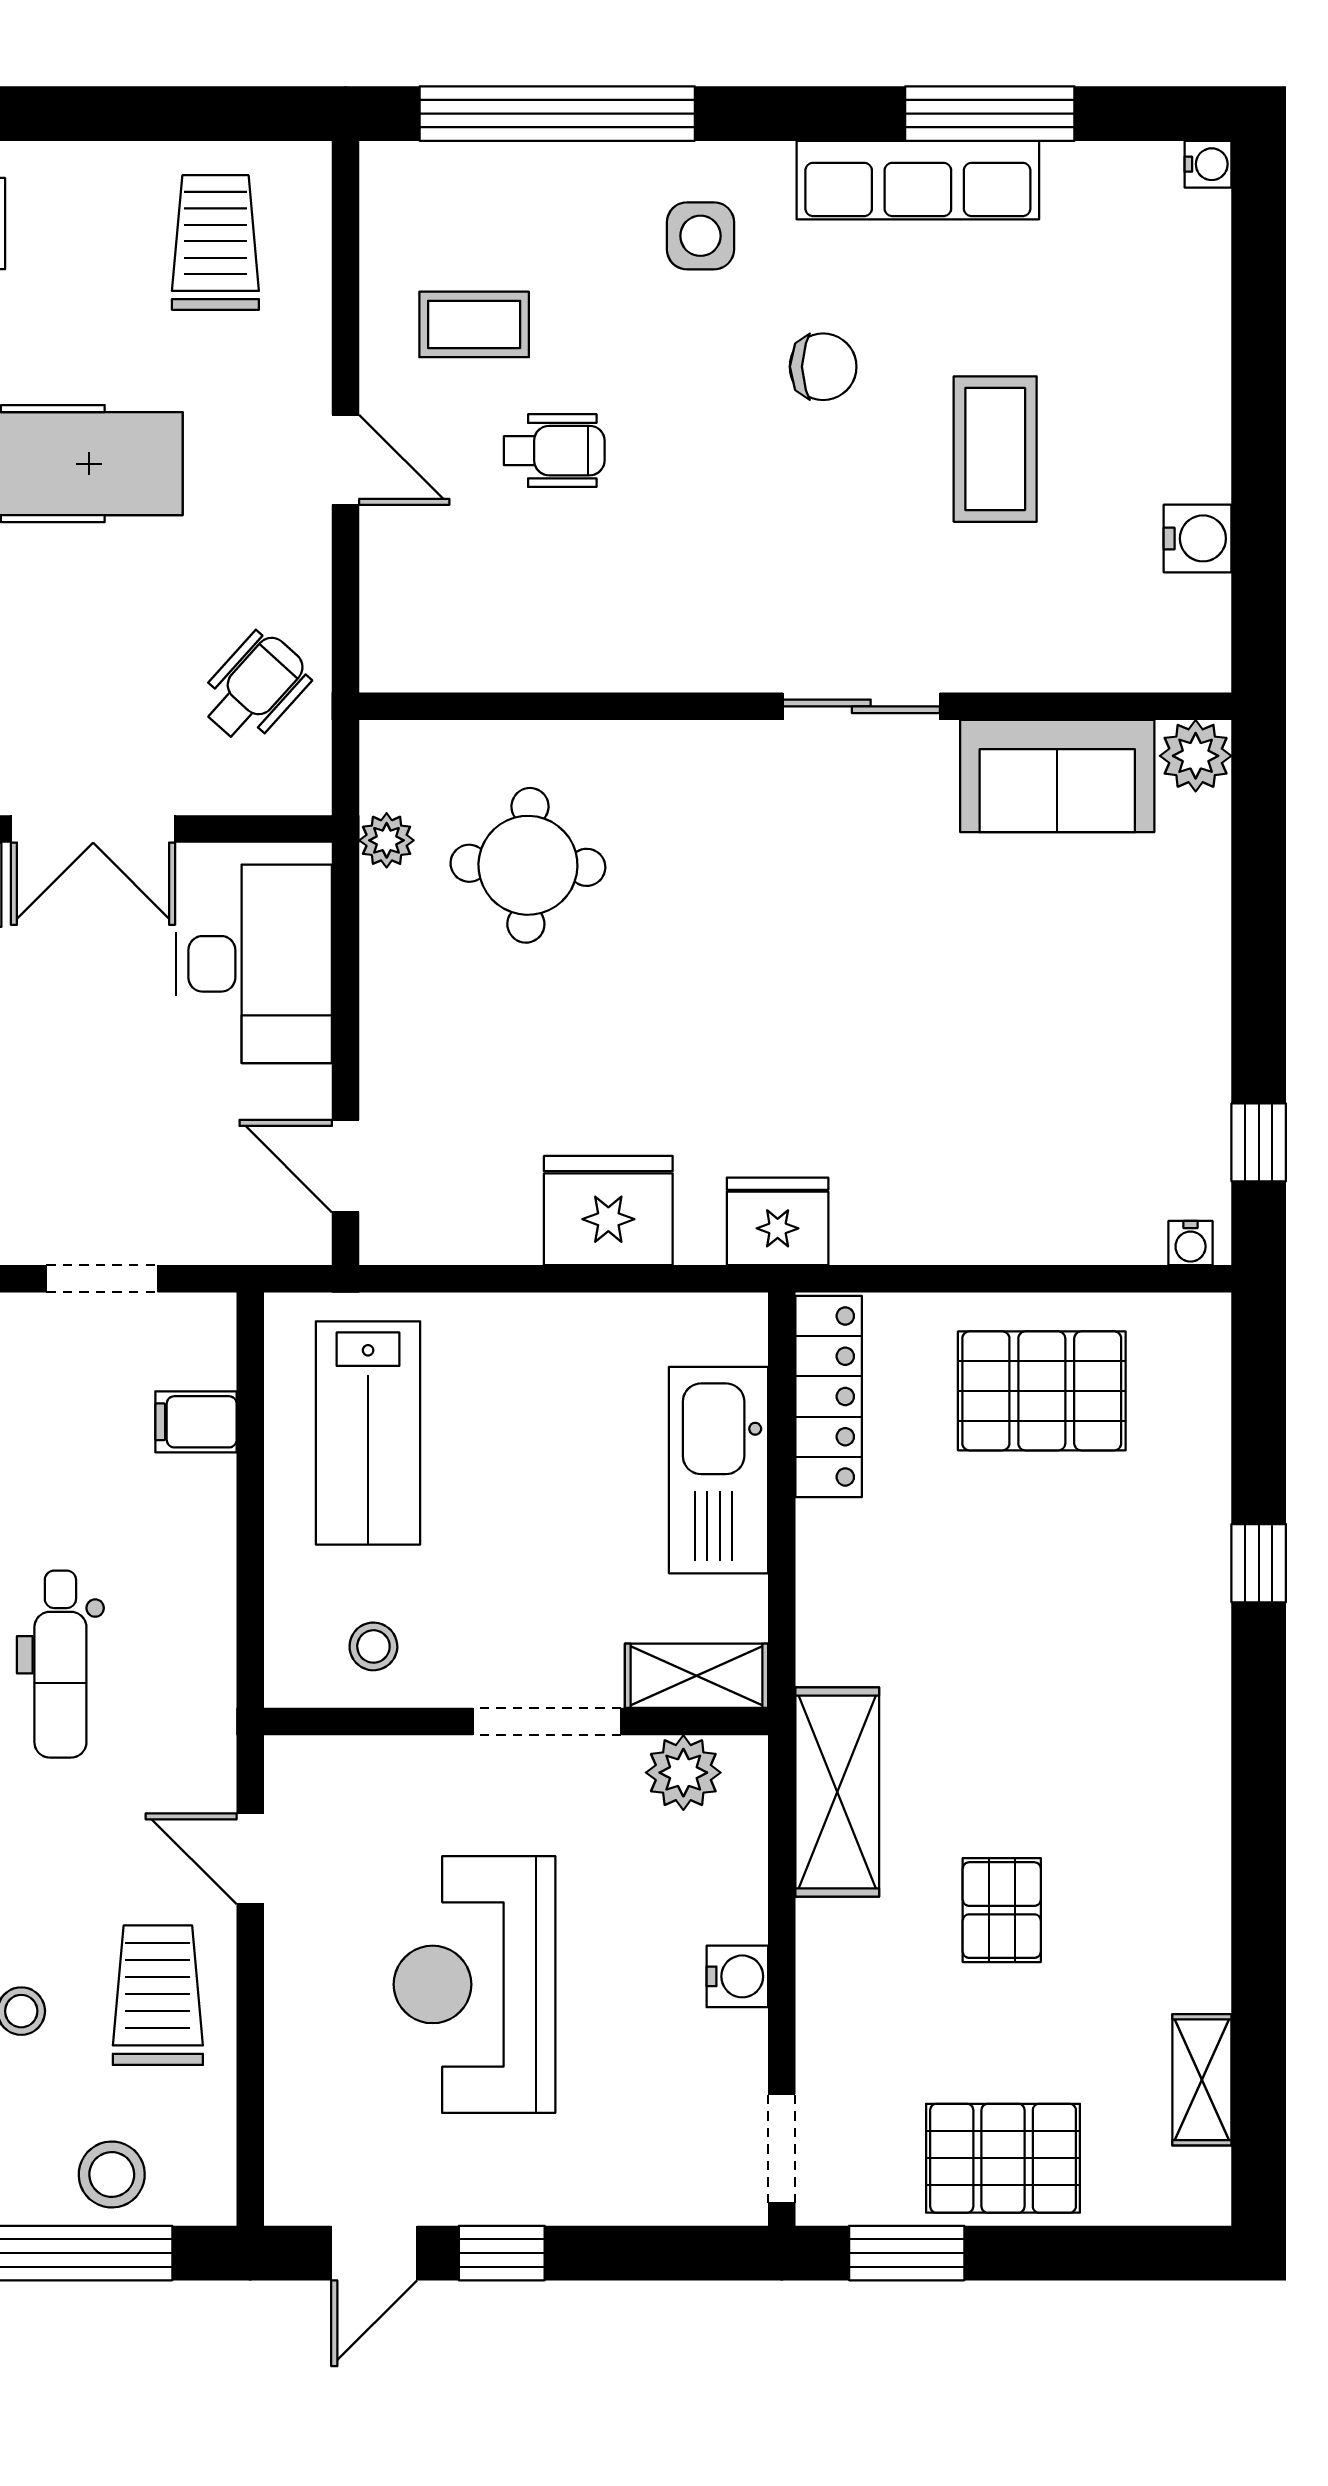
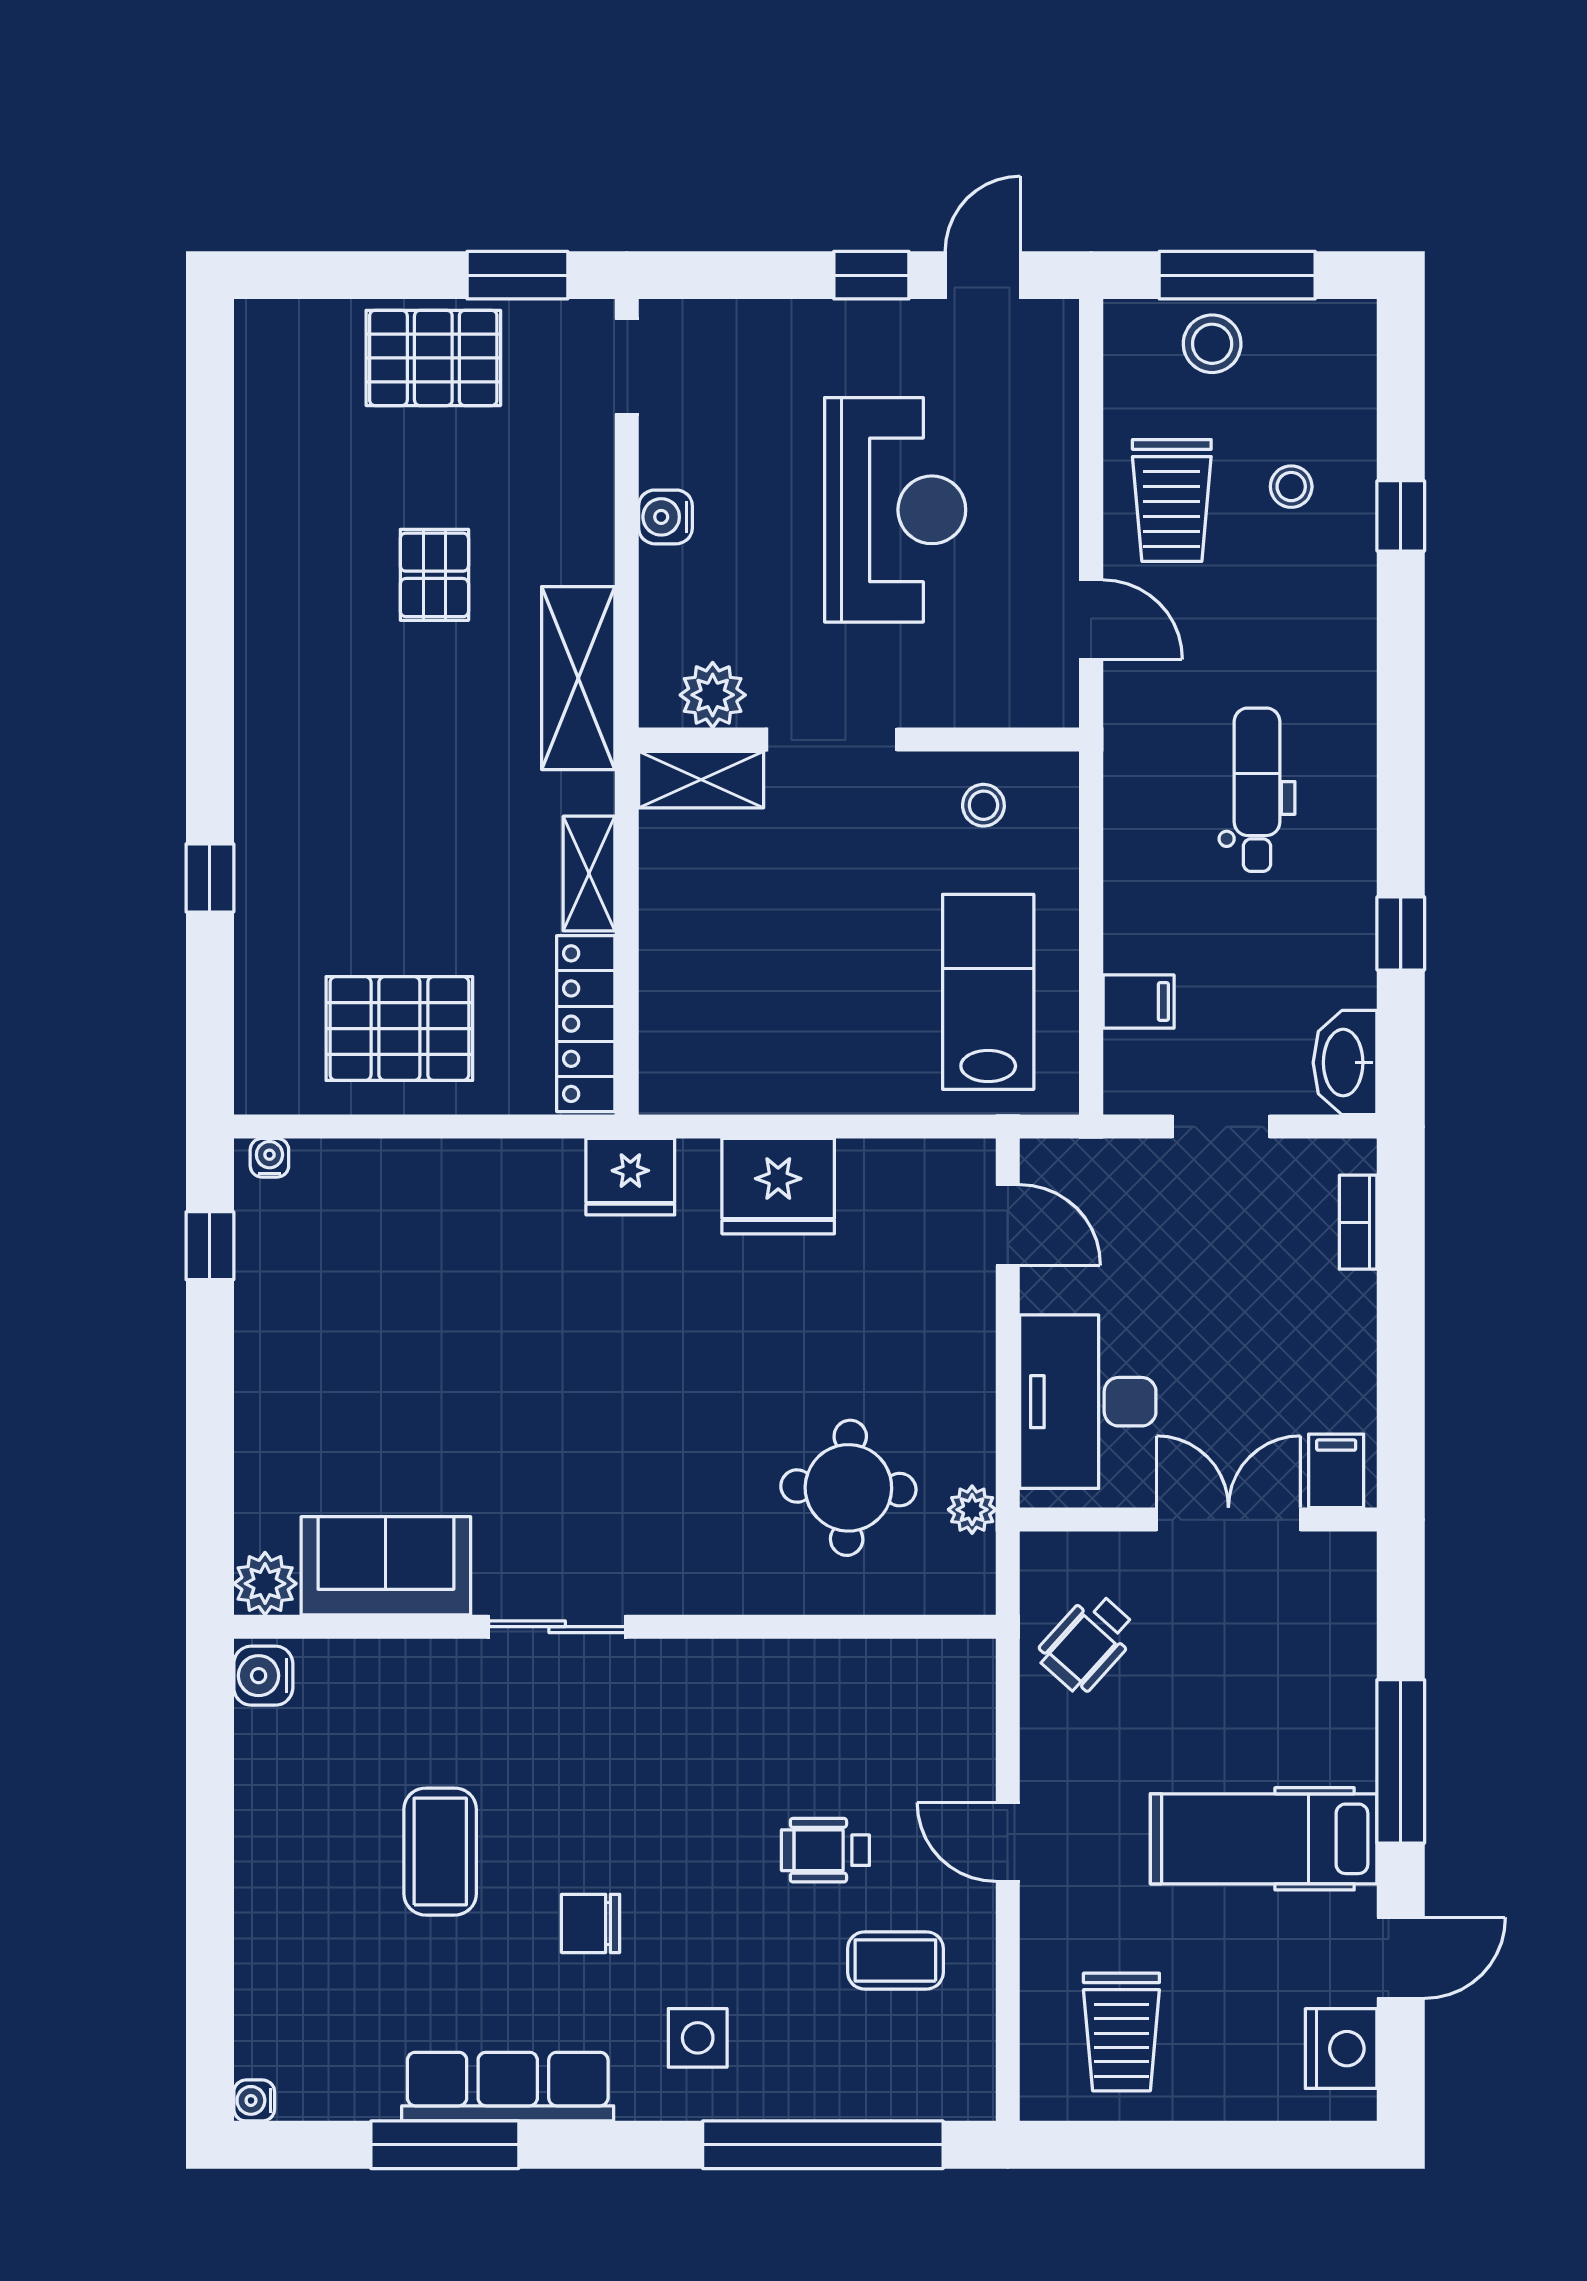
water cooler: (1198, 538) -> (263, 1676), moved
kitchen sink: (719, 1470) -> (682, 959), removed
shelving: (1202, 2080) -> (589, 874), moved

